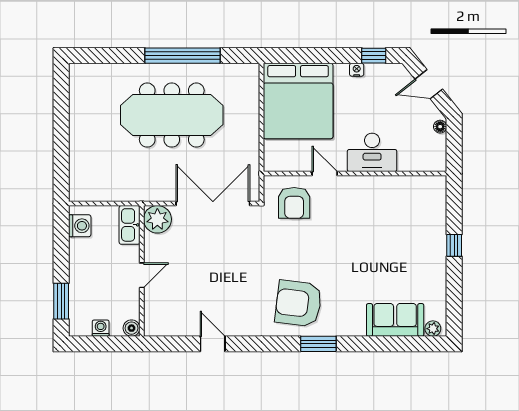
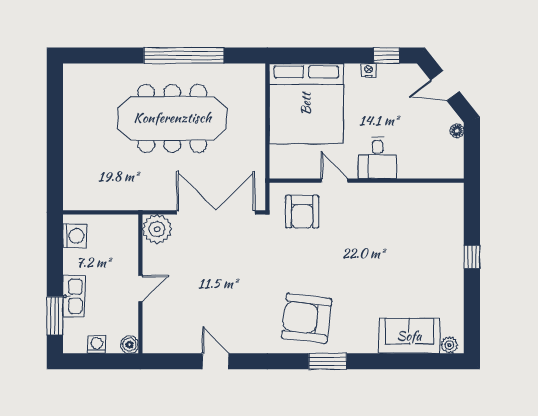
desk: (372, 152) -> (378, 158), width x0.73
kitchen sink: (130, 225) -> (74, 296), moved, turned 180

